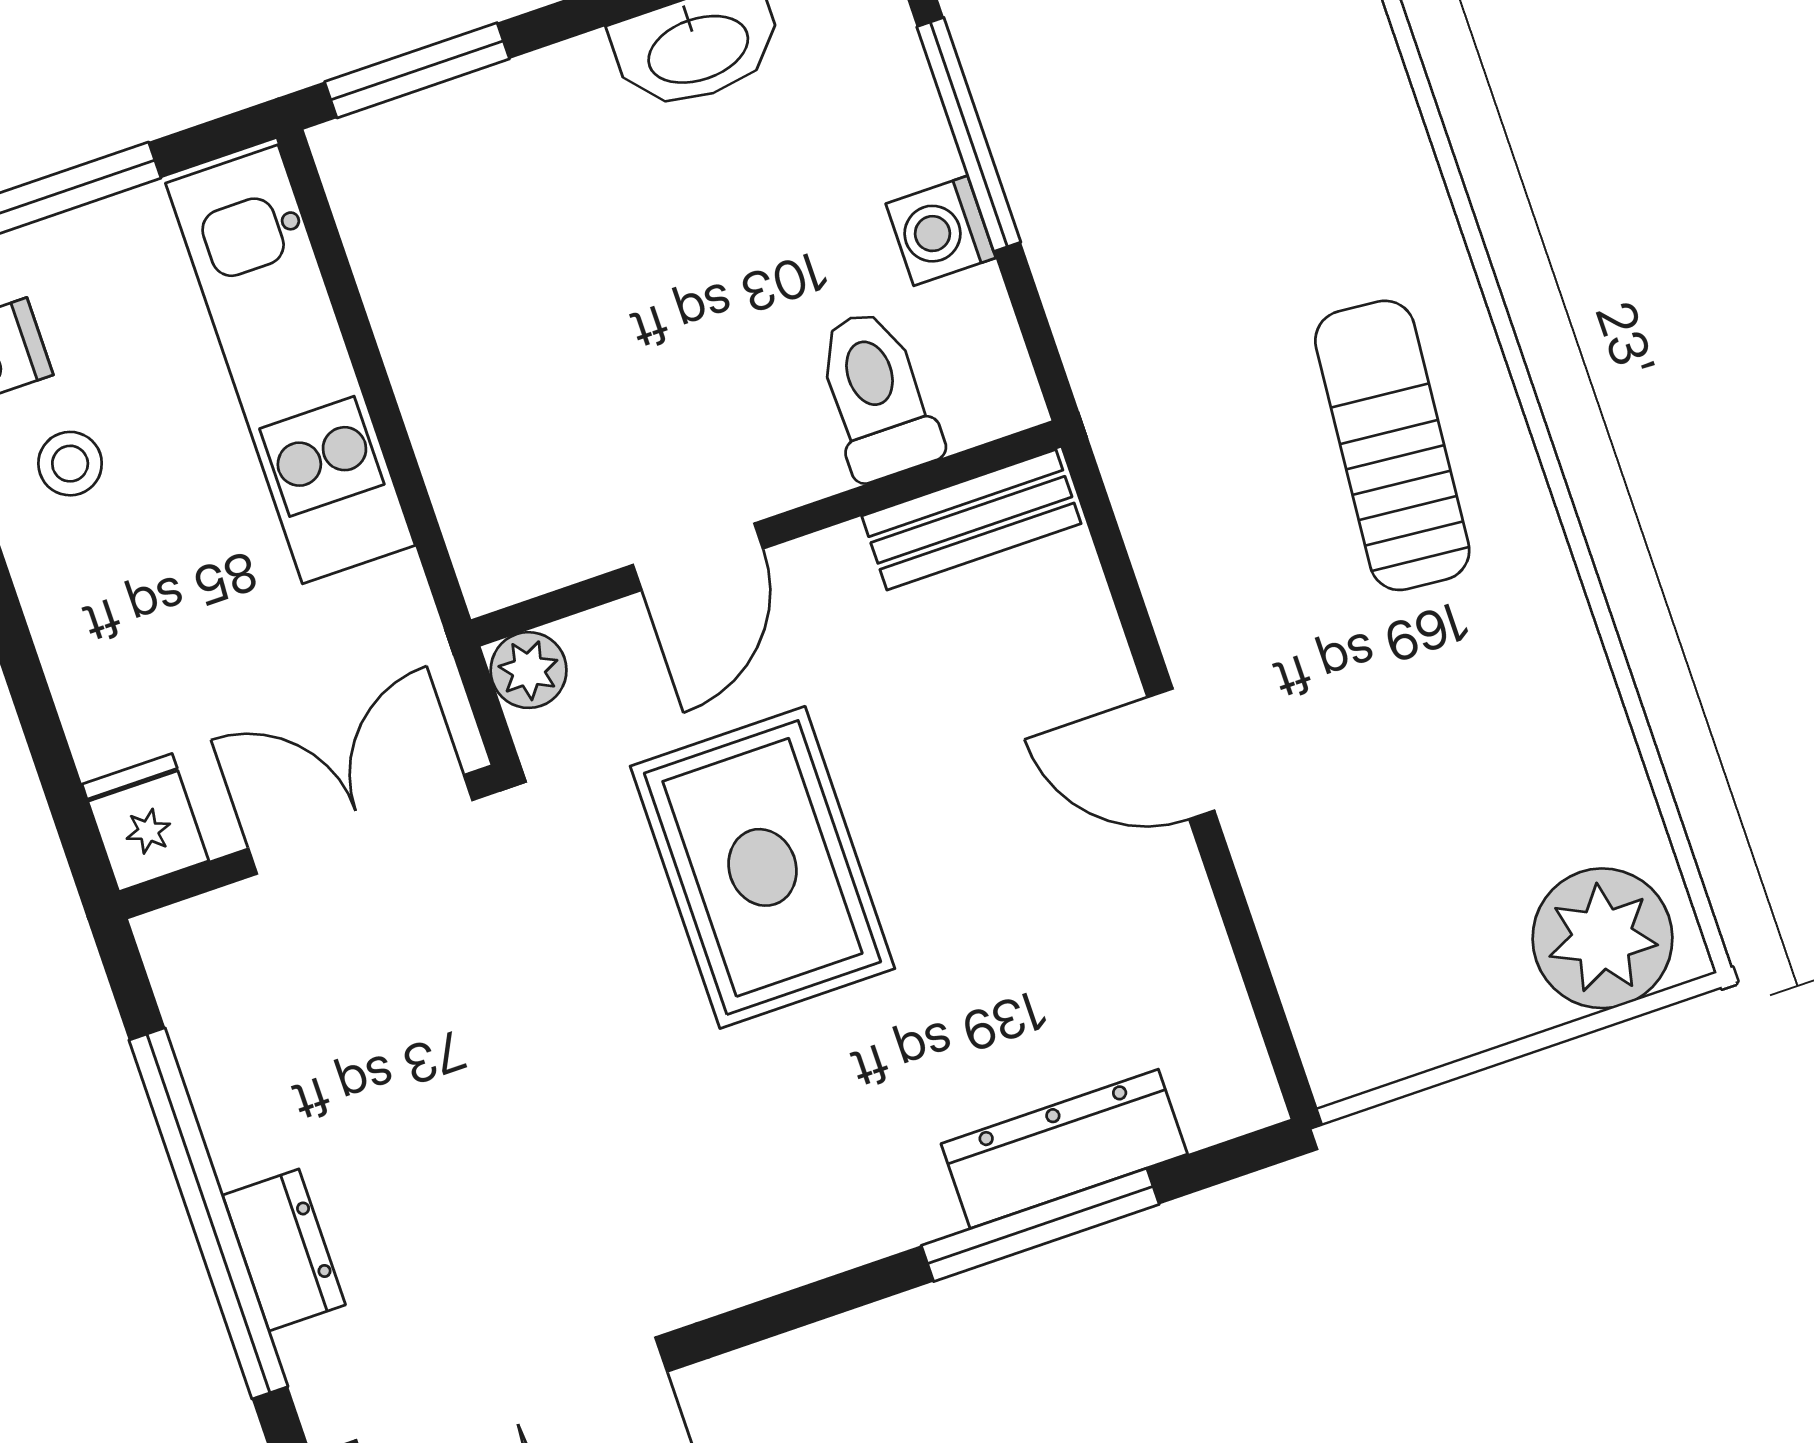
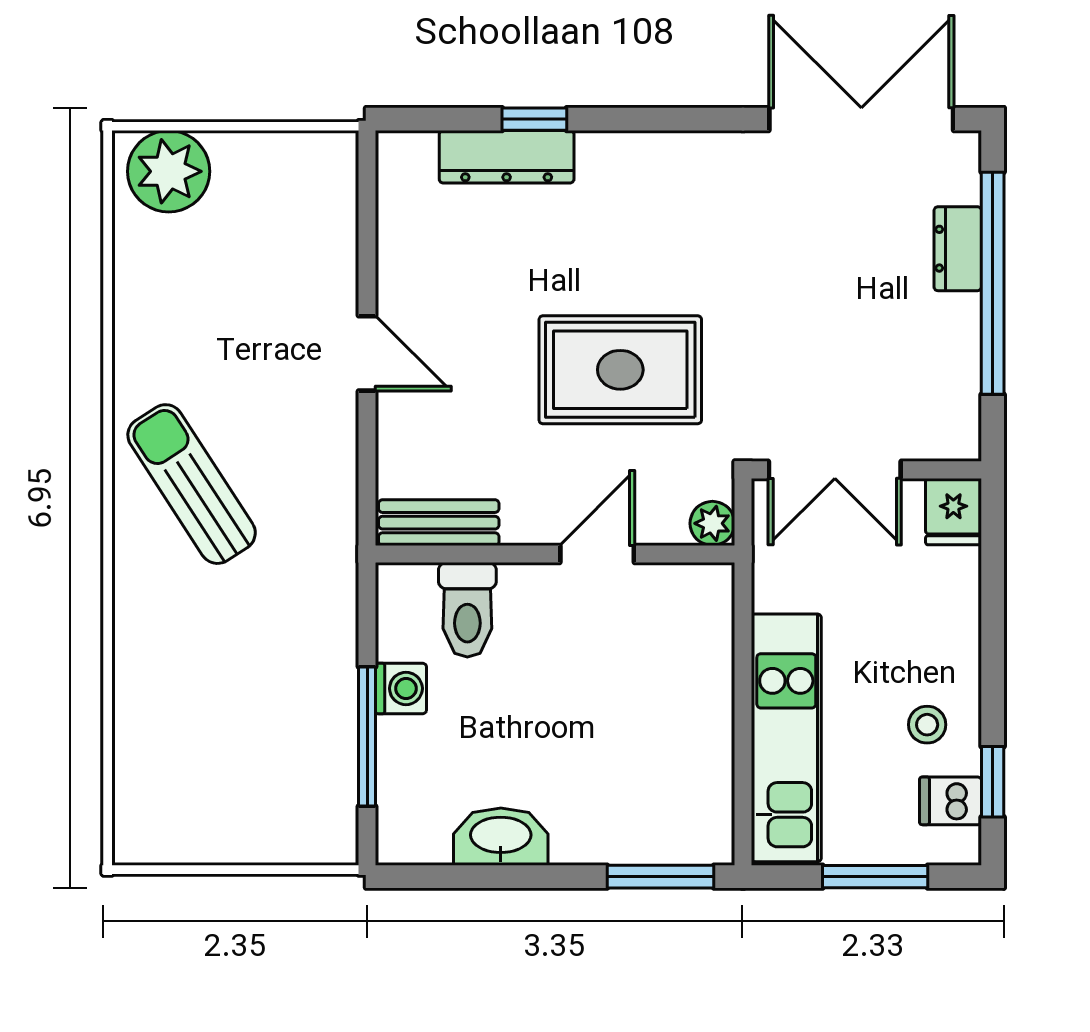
sun lounger: (1392, 445) -> (192, 484), turned 142
rug: (762, 867) -> (620, 370), turned 90
window: (1040, 1225) -> (534, 119), width x0.46

